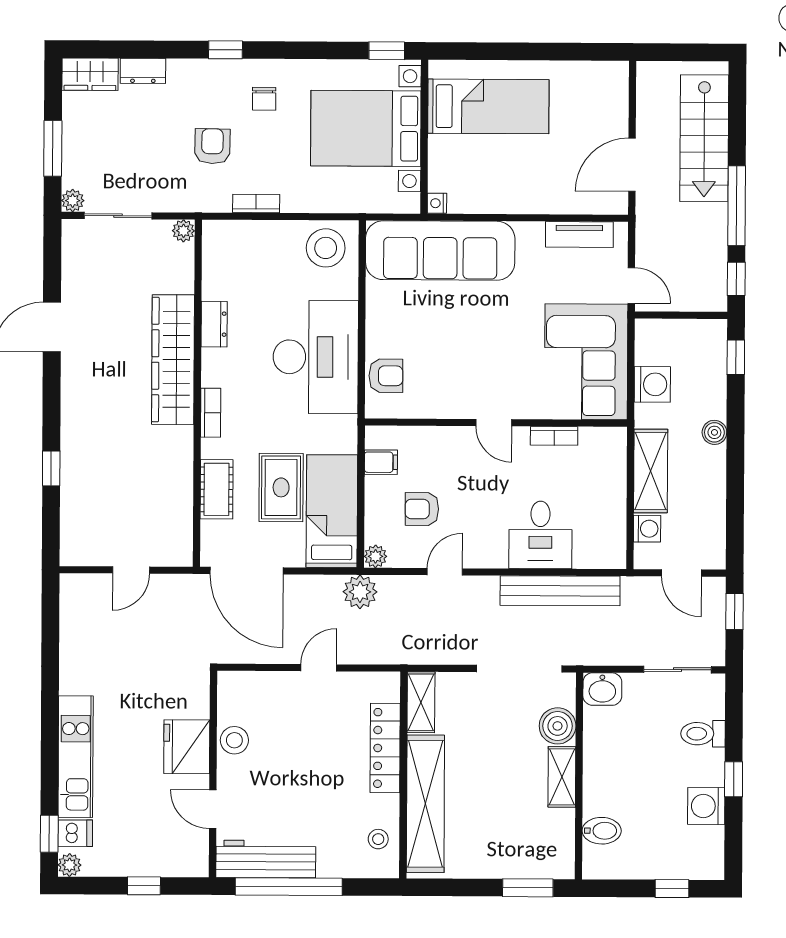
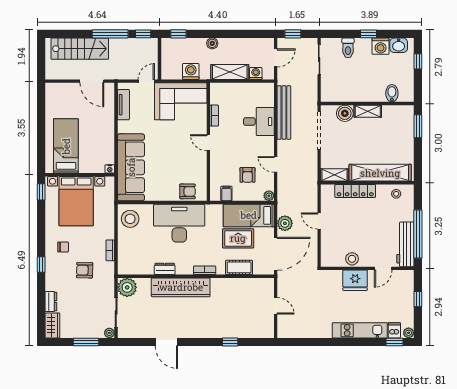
plant: (183, 231) -> (127, 287), width x1.88, depth x1.88
armchair: (386, 376) -> (188, 191), turned 90
door: (494, 423) -> (208, 143), swing flipped
plant: (360, 592) -> (285, 223), moved
washbasin: (602, 689) -> (399, 45), moved, turned 90

